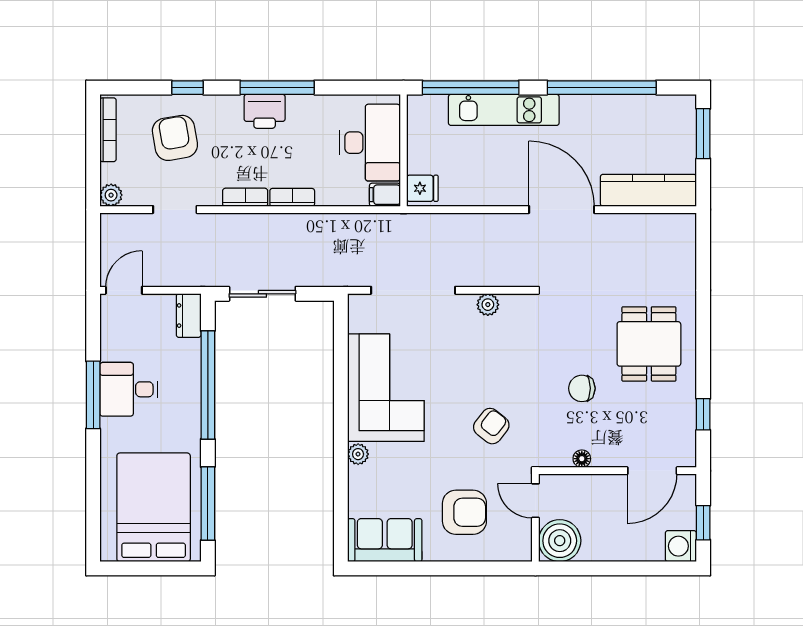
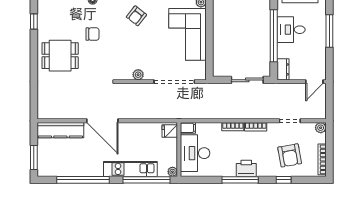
plant: (417, 104) -> (173, 172), added
dining table: (649, 344) -> (60, 56), turned 90
desk: (129, 389) -> (291, 30), moved, turned 180

